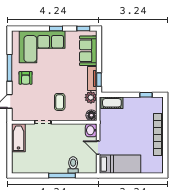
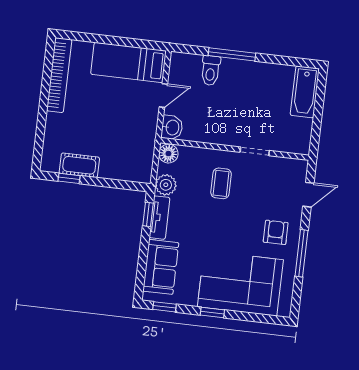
cot: (112, 103) -> (79, 165), moved
bookcase: (158, 135) -> (59, 75), moved
bathtub: (18, 138) -> (305, 92), moved
door: (98, 148) -> (163, 96), hinge flipped

